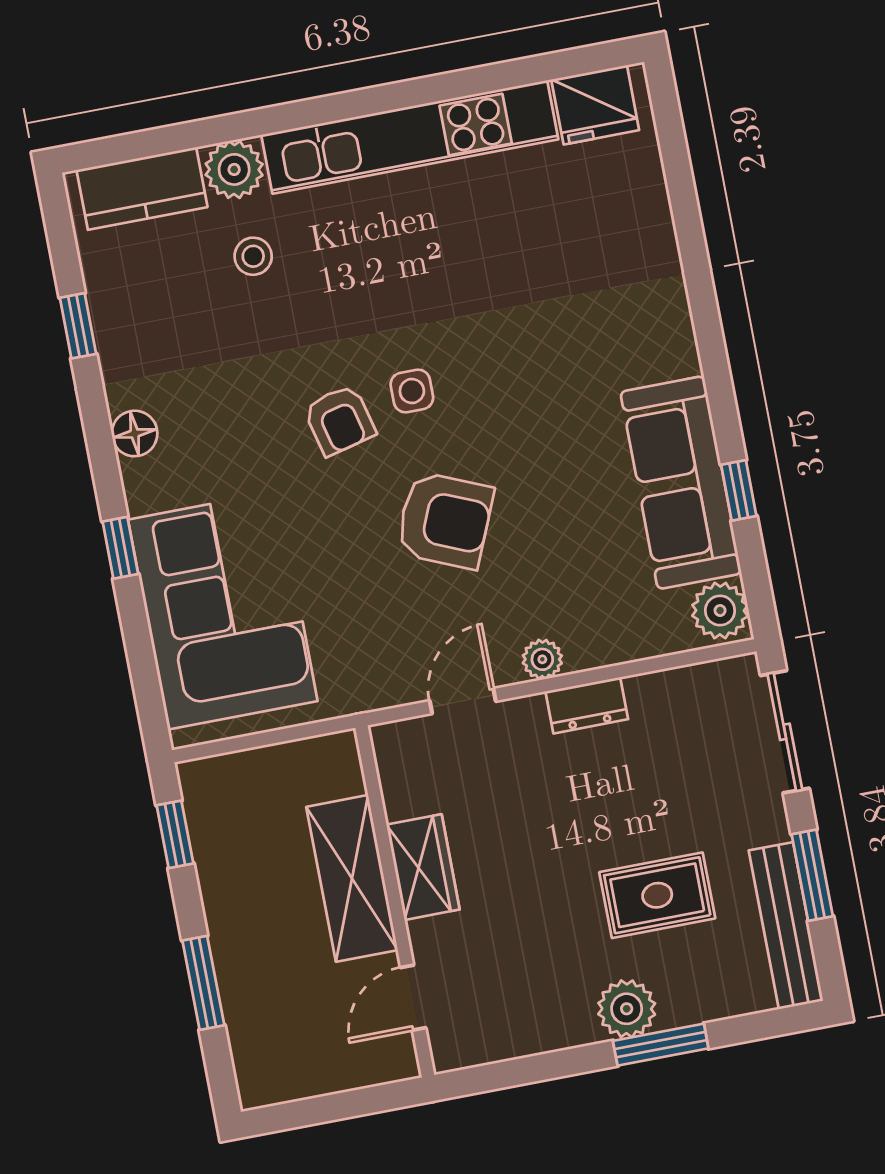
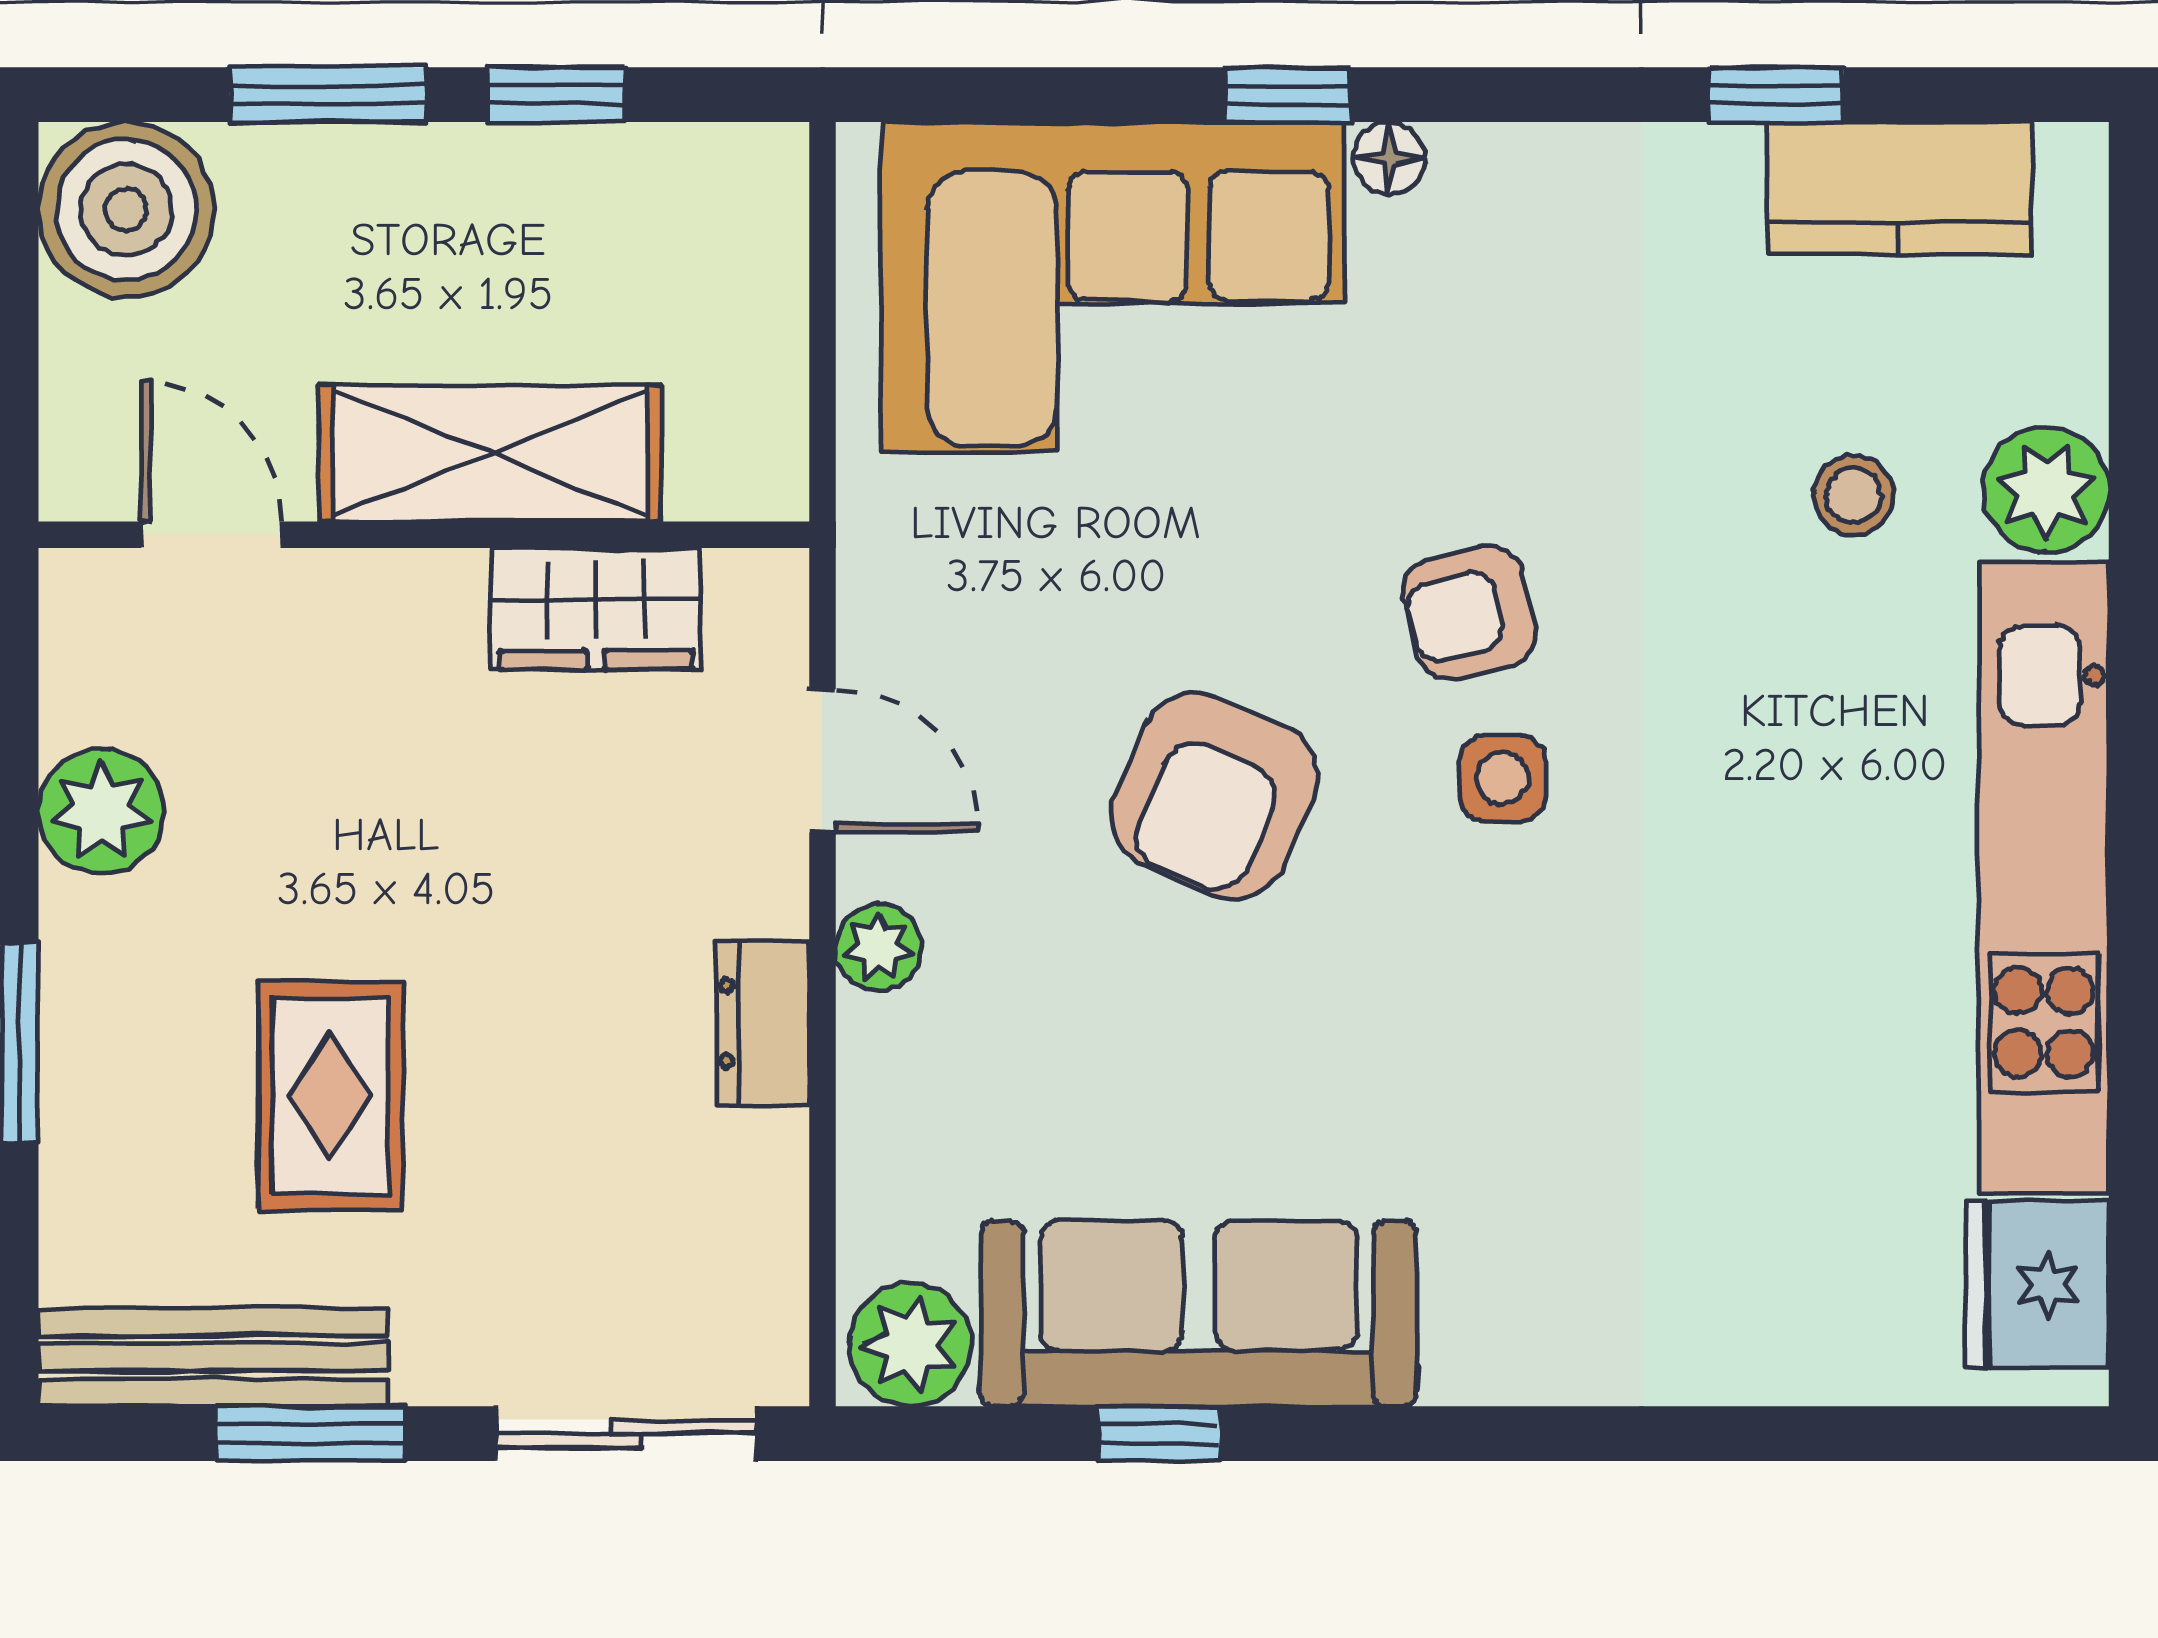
kitchen counter: (142, 189) -> (1900, 188), moved, turned -90
floor lamp: (135, 433) -> (1389, 158), moved, width x0.73, depth x0.73
window: (175, 834) -> (556, 95), moved
wardrobe: (423, 867) -> (596, 609), moved
plant: (627, 1009) -> (101, 811), moved
boiler: (273, 1064) -> (126, 210), added

